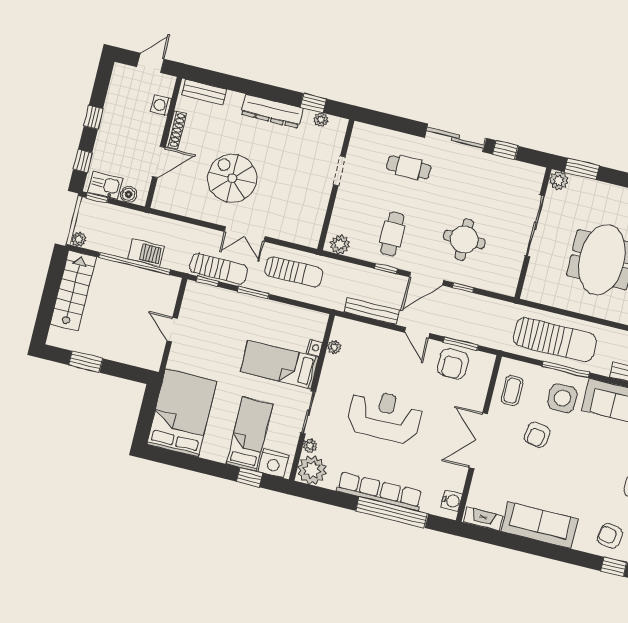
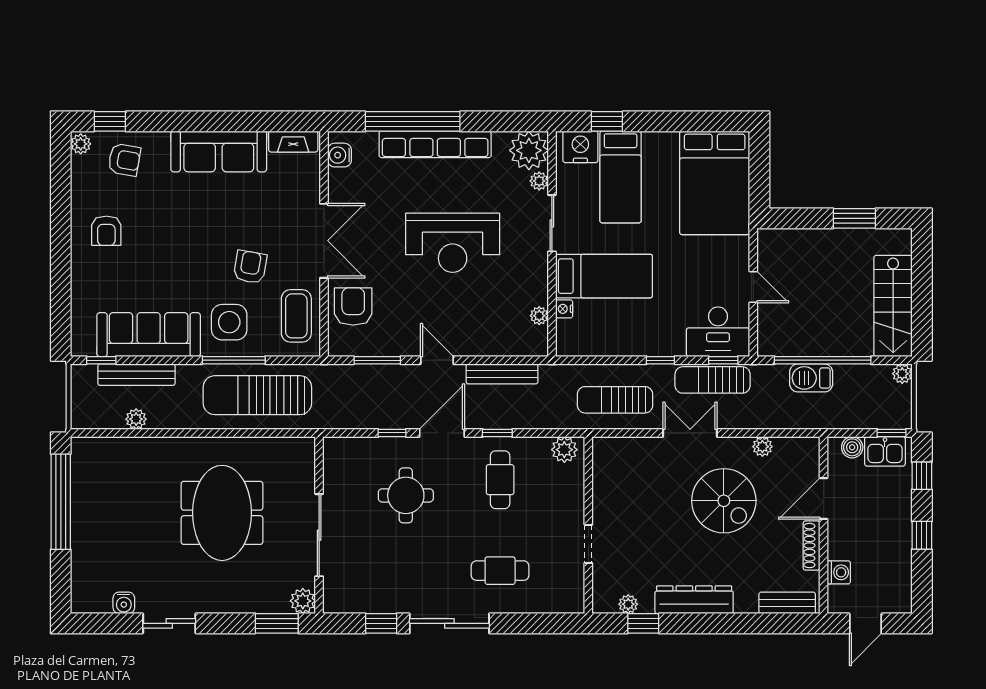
plant: (194, 211) -> (762, 447), added
window: (253, 293) -> (660, 360), width x0.67
desk: (206, 303) -> (718, 332), added
armchair: (453, 364) -> (353, 307), moved
coffee table: (512, 391) -> (296, 316), width x1.36, depth x1.30

